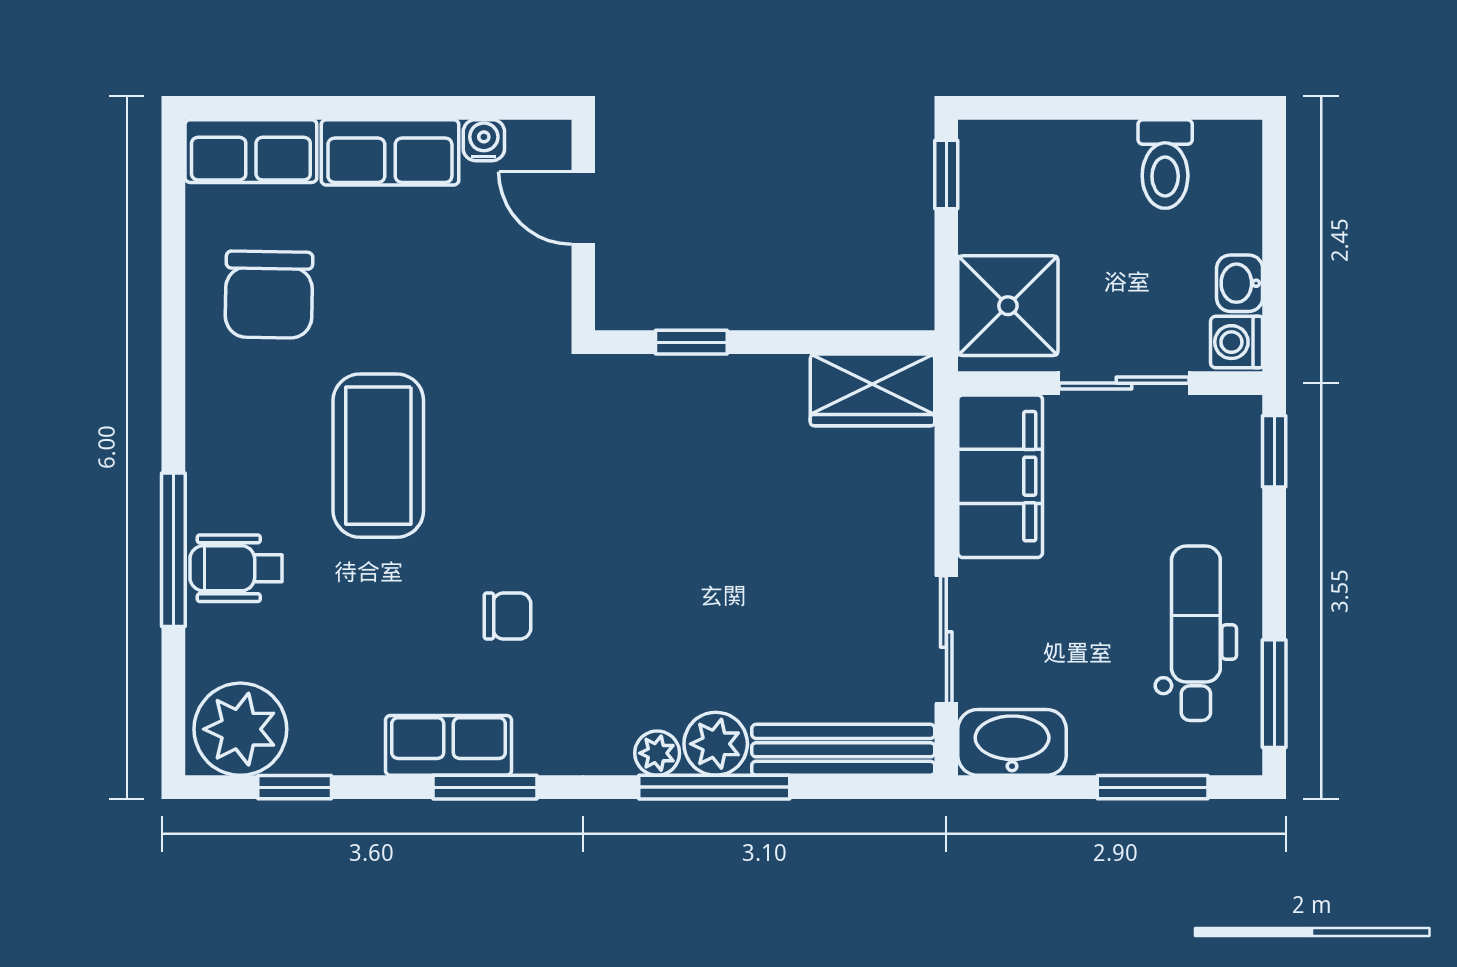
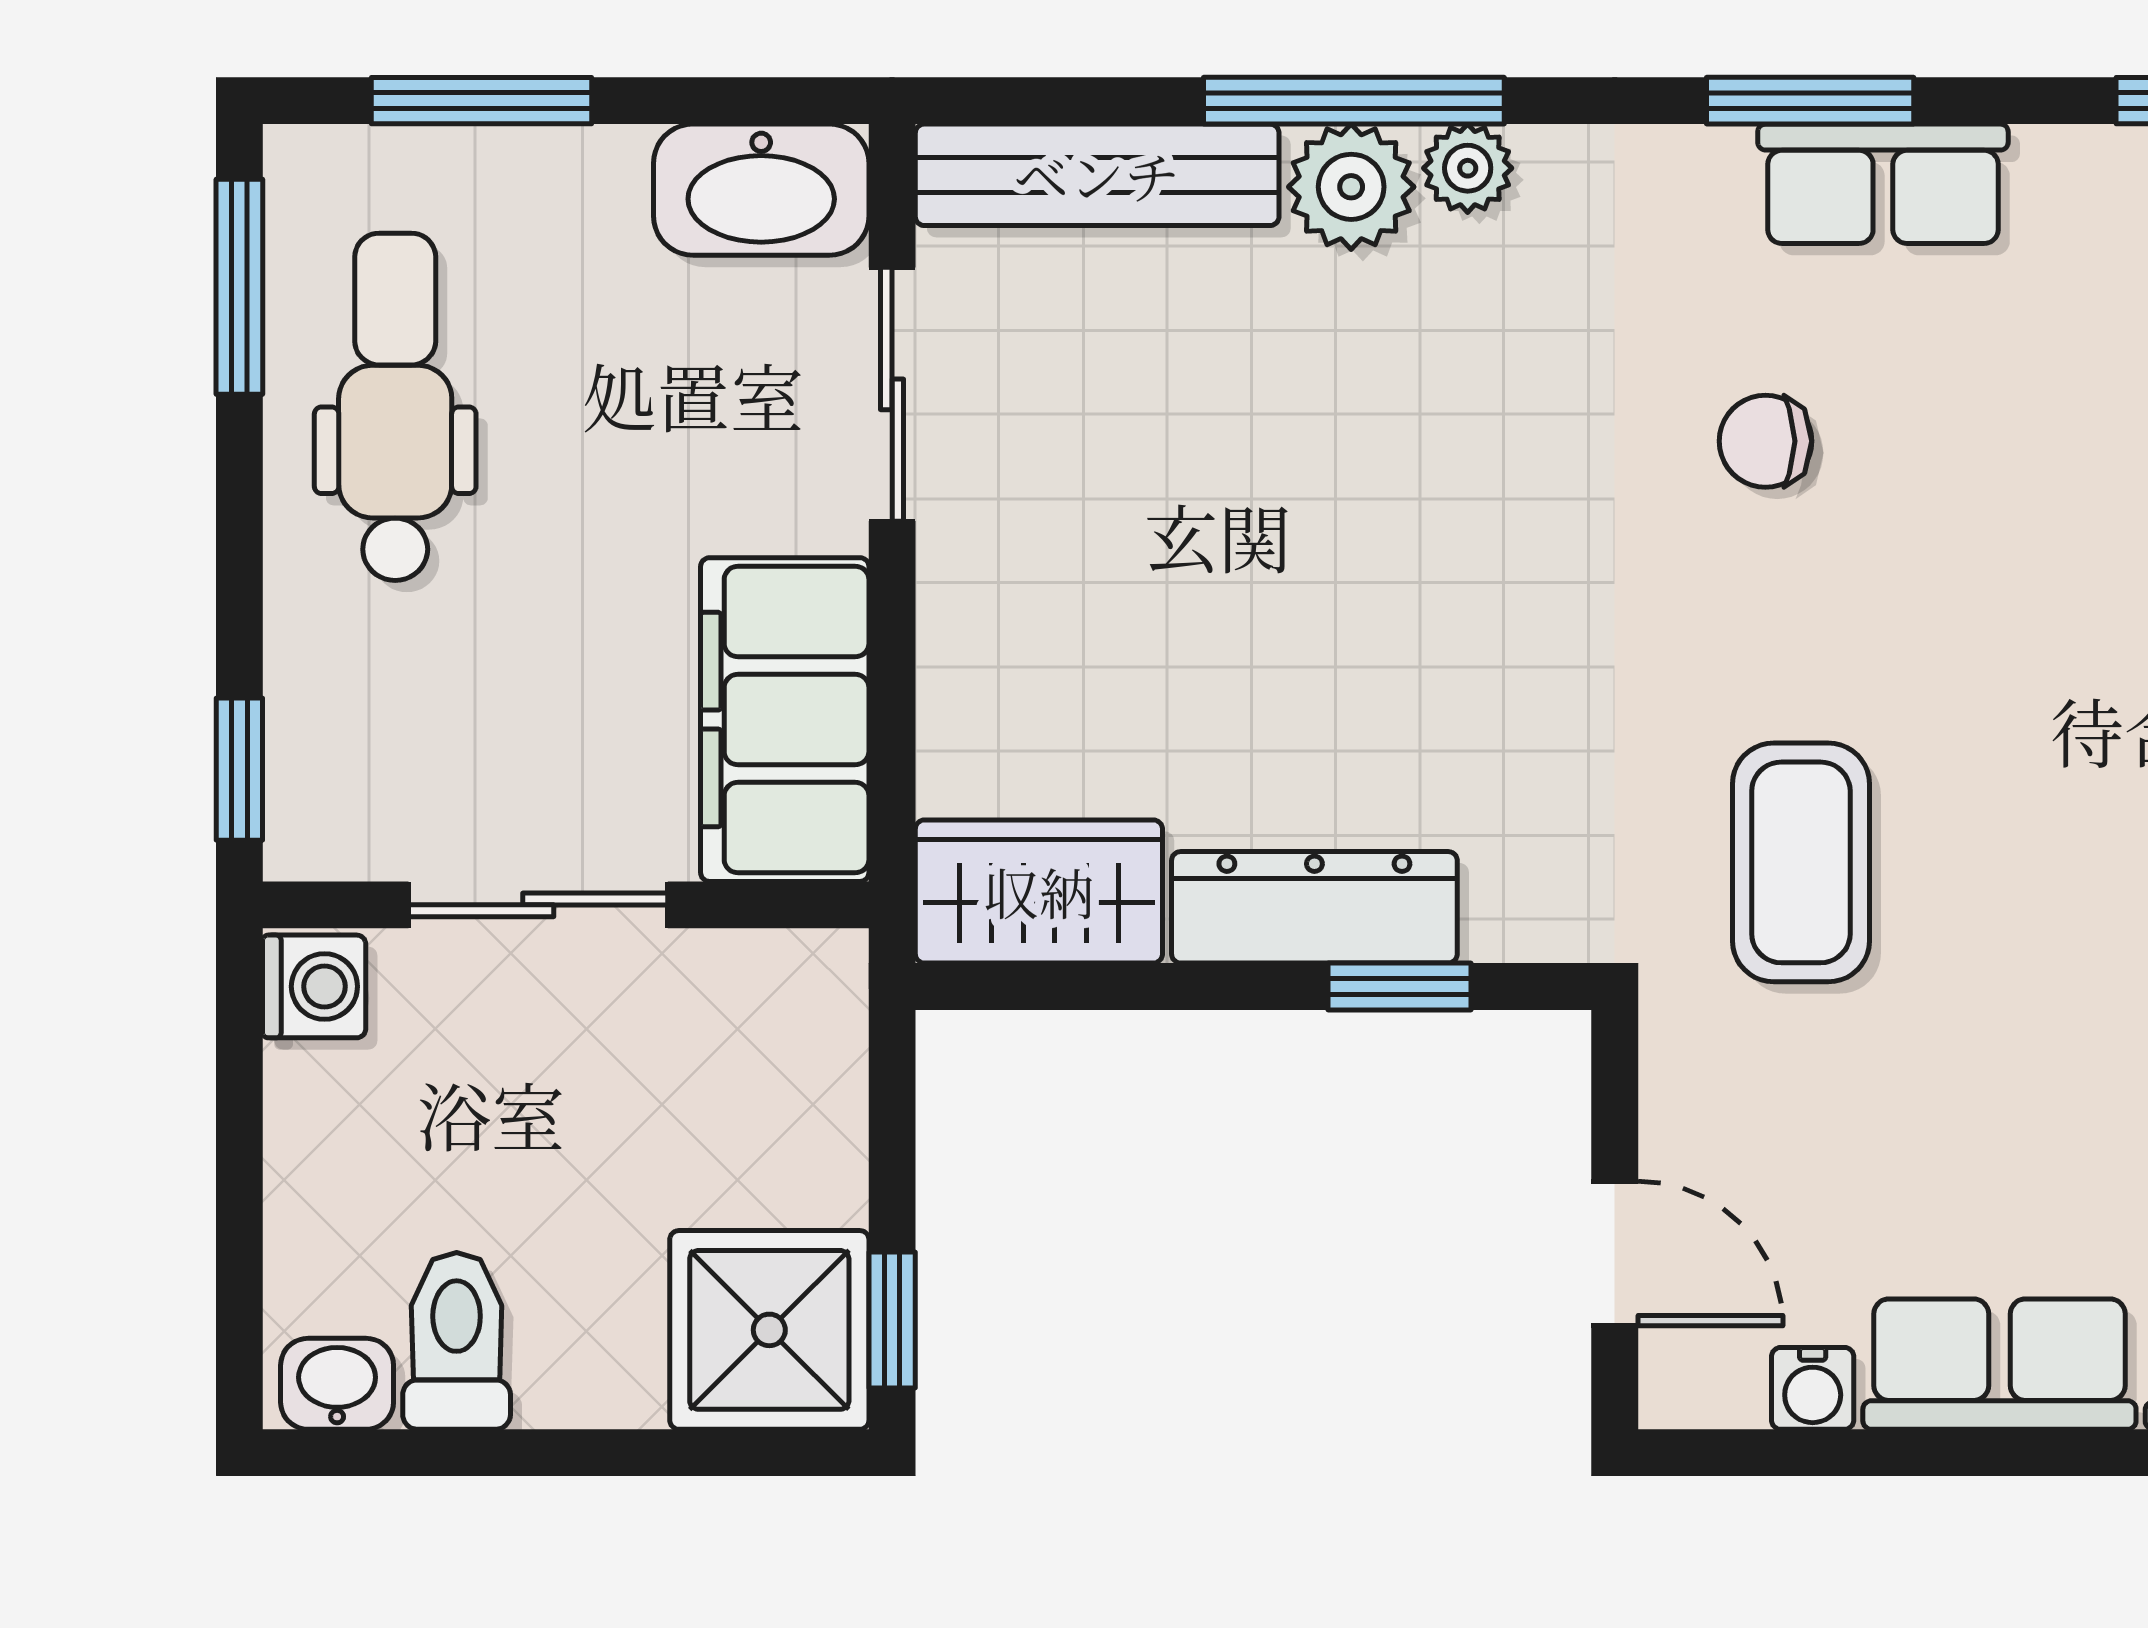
washbasin: (1240, 283) -> (337, 1384), moved, turned -90
shower: (1008, 306) -> (769, 1330), moved
dresser: (734, 382) -> (1314, 907), added
coffee table: (378, 456) -> (1801, 862), moved, width x0.73, depth x0.76
dental chair: (1196, 633) -> (395, 407), turned 180

